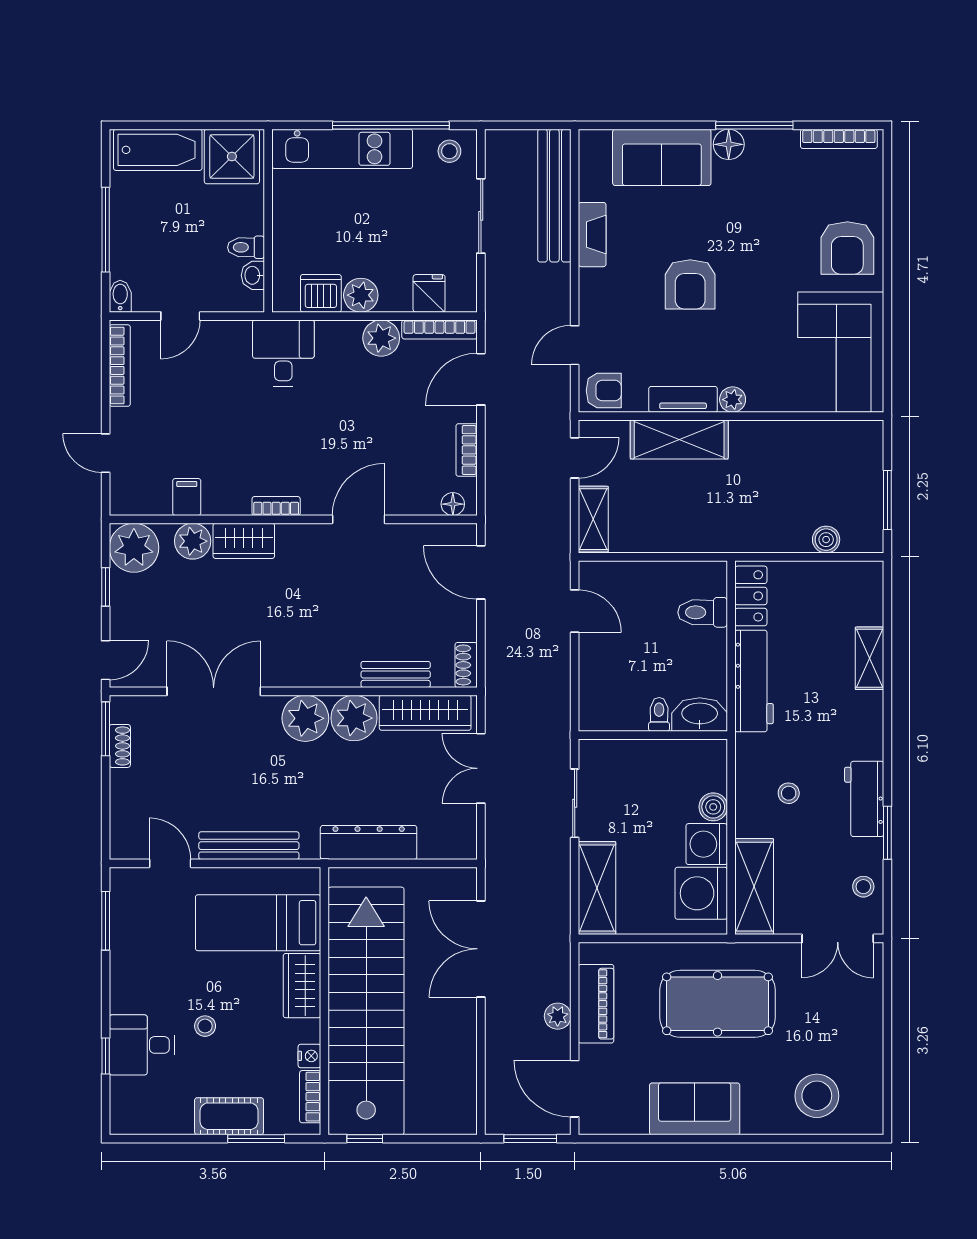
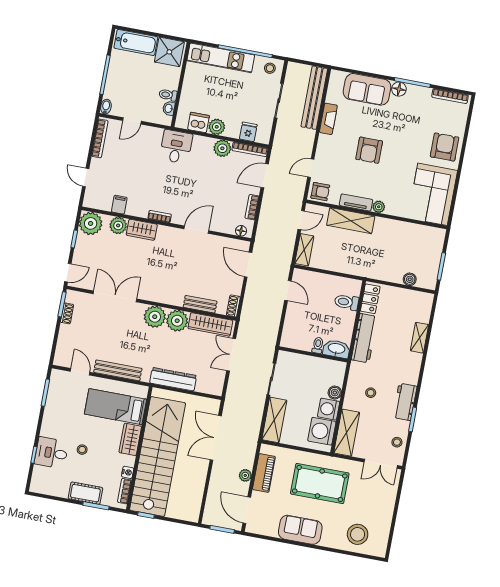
armchair: (847, 248) -> (445, 147), turned 180

